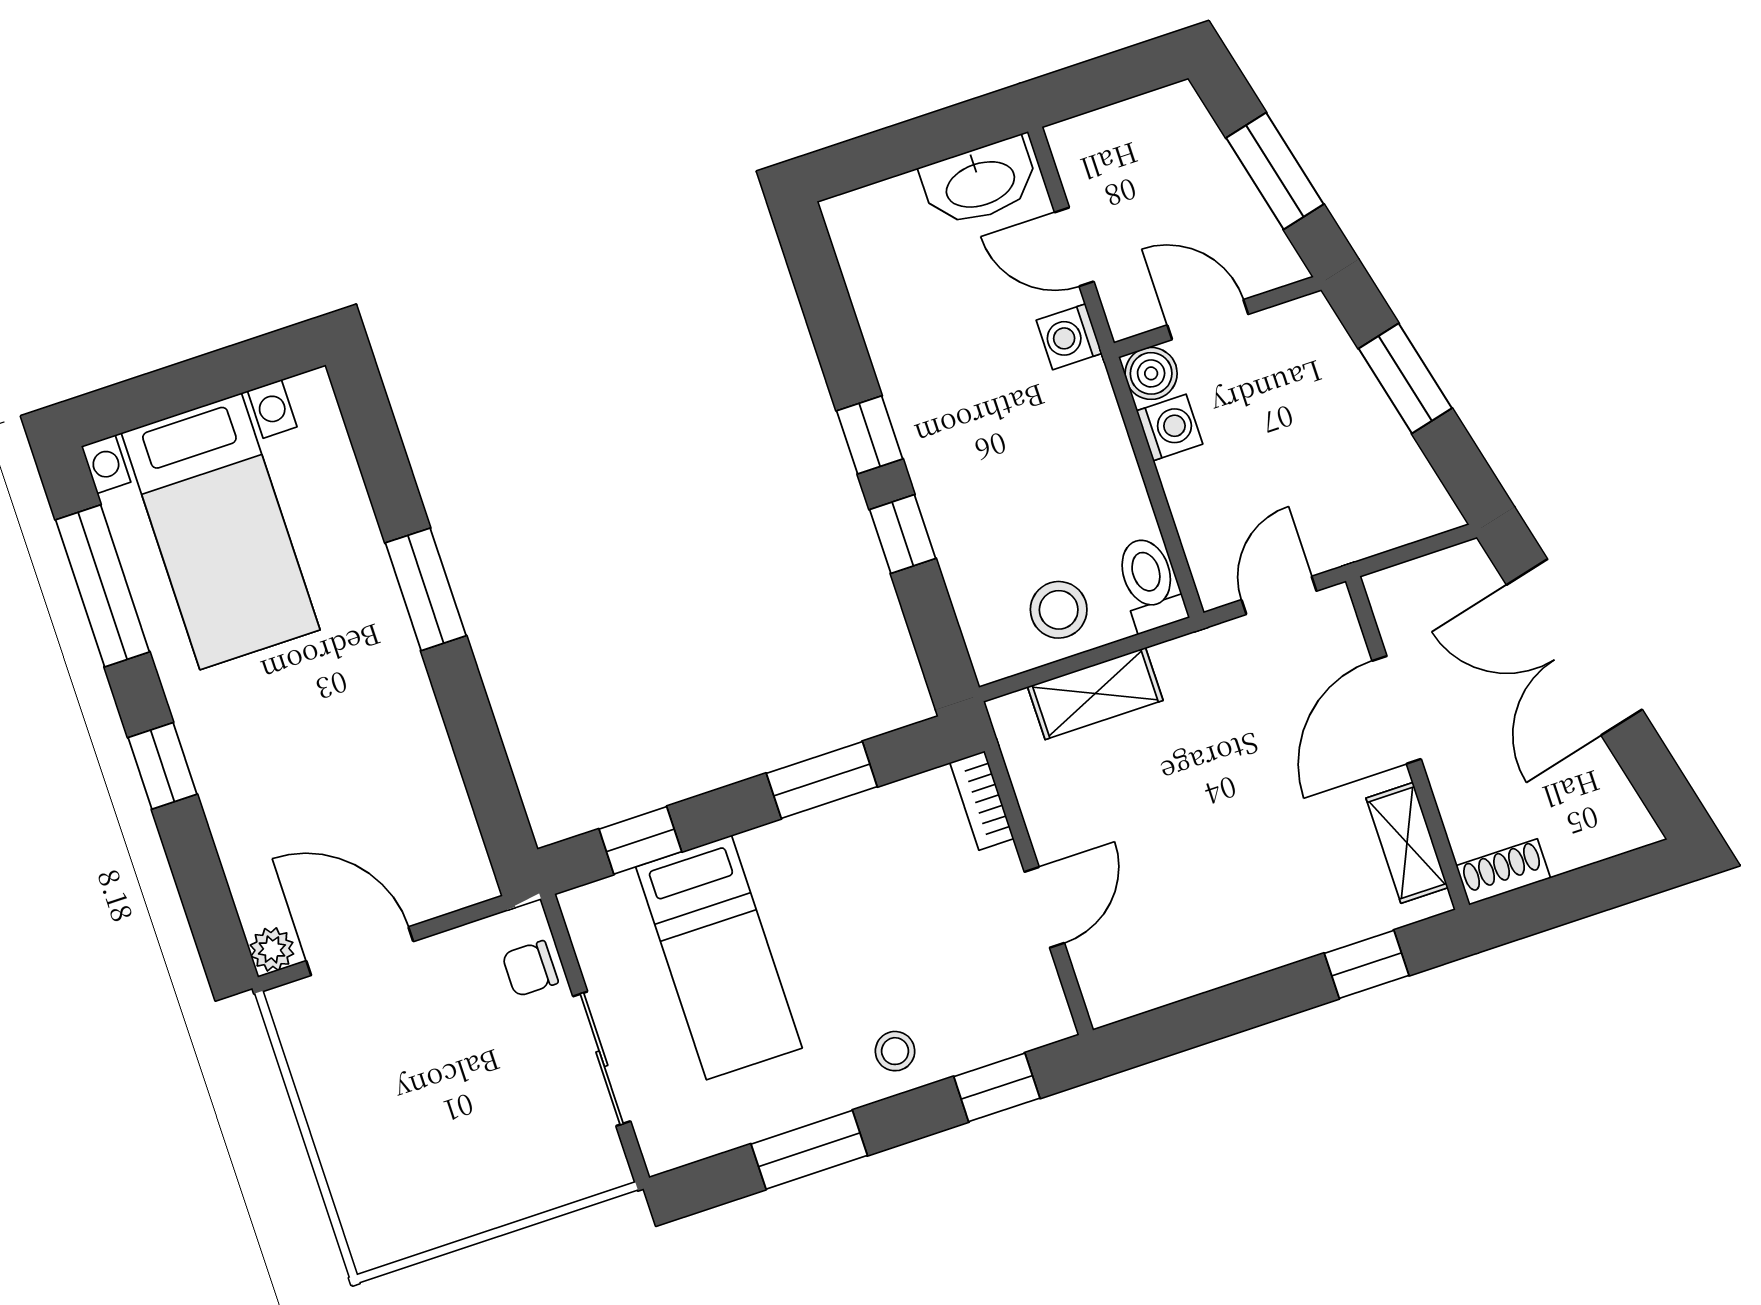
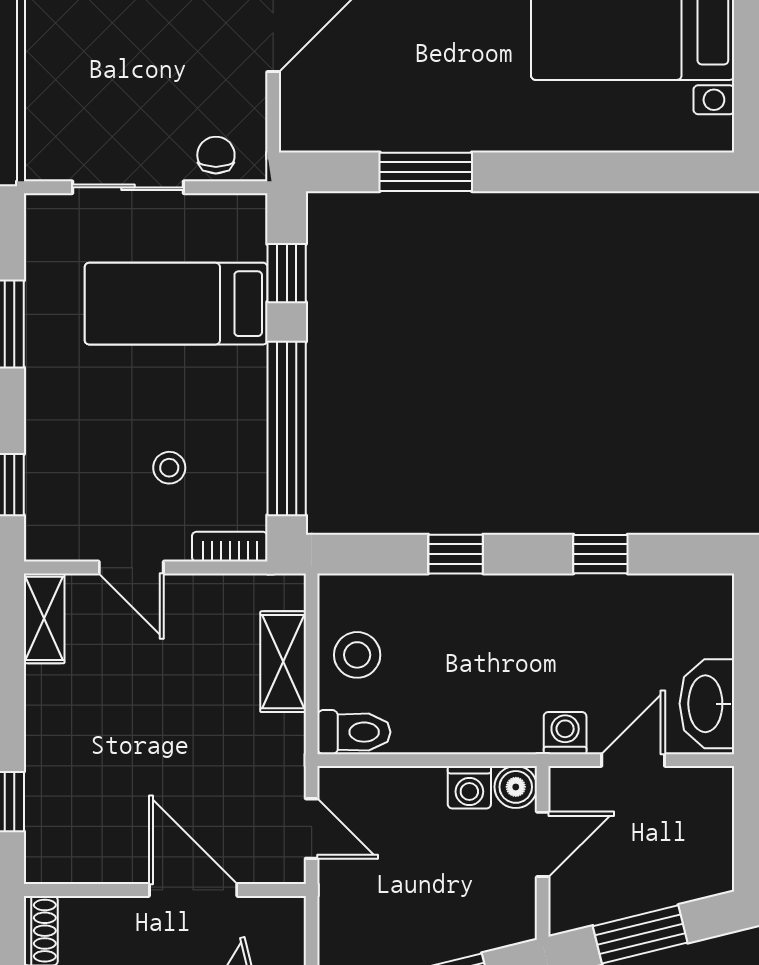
window: (870, 435) -> (600, 554), moved
window: (426, 589) -> (426, 172), moved
window: (822, 780) -> (287, 429), width x2.11
shelving: (1407, 843) -> (44, 618), moved, turned 90
stool: (895, 1051) -> (169, 468), moved

